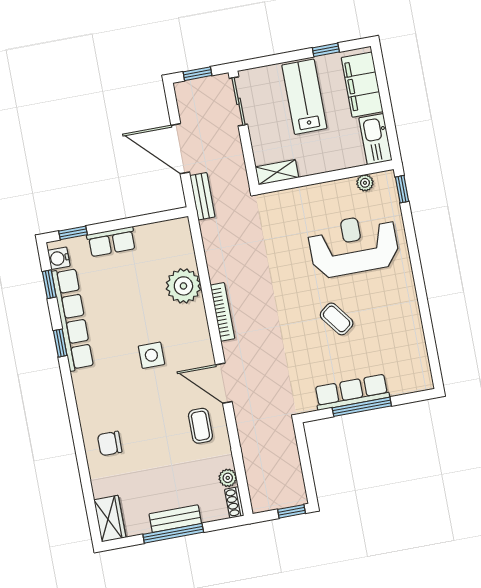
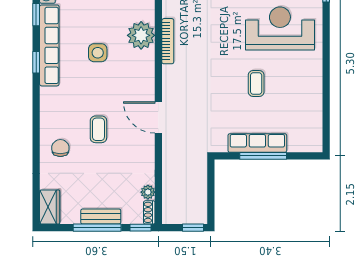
bookcase: (222, 312) -> (168, 41), moved
coffee table: (337, 319) -> (256, 83), turned 37
side table: (151, 355) -> (98, 53), moved
coffee table: (200, 426) -> (98, 129), moved
chair: (110, 443) -> (60, 148), turned 90
window: (227, 523) -> (141, 228), added

